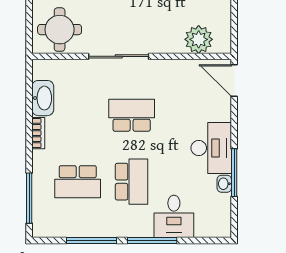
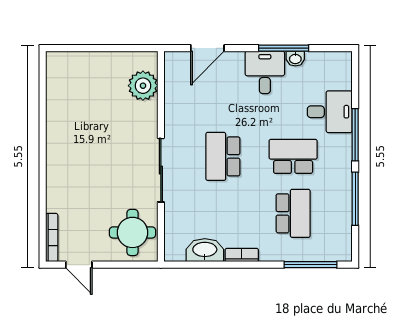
door: (234, 80) -> (207, 48), moved
desk: (211, 148) -> (265, 72), width x0.73

